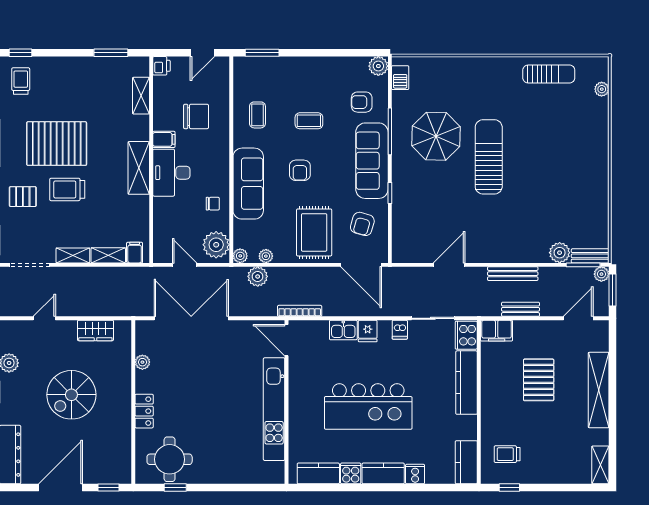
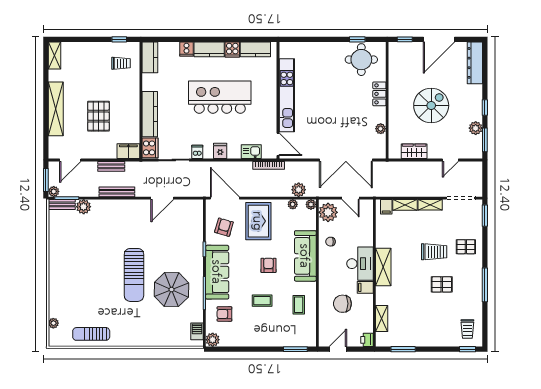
armchair: (362, 102) -> (224, 314), turned 180
pallet: (57, 144) -> (442, 284), width x0.49, depth x0.50
kitchen sink: (343, 330) -> (251, 152), moved

